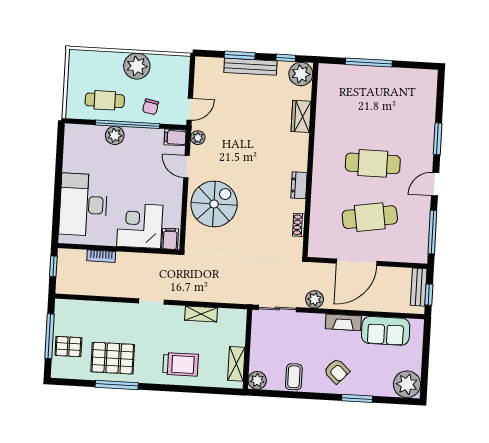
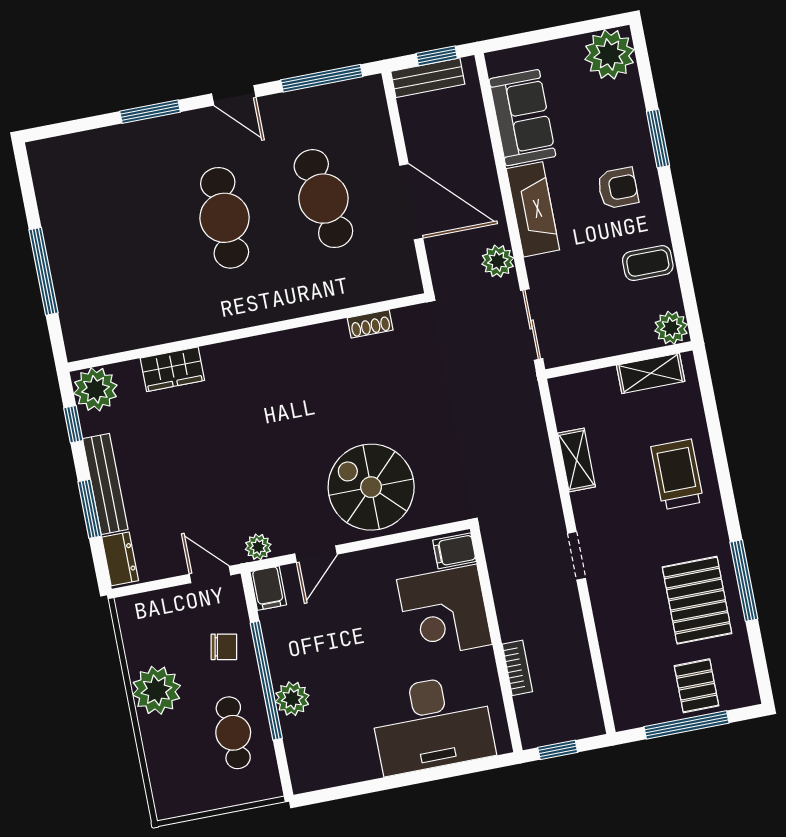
dresser: (299, 185) -> (120, 559), moved, turned -90
fireplace: (343, 322) -> (533, 209), width x1.37, depth x1.32
armchair: (337, 371) -> (618, 188), turned 47

